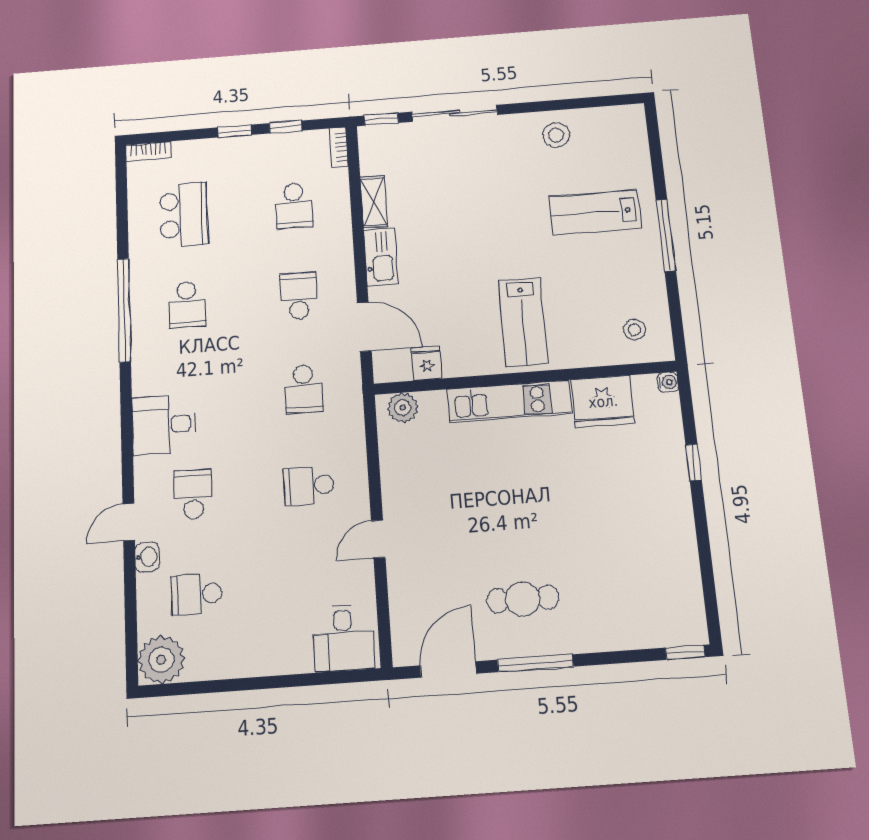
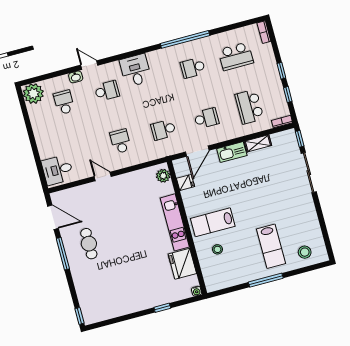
stool: (556, 135) -> (305, 252), moved
school desk: (294, 206) -> (249, 107), width x1.85
lab bench: (595, 212) -> (271, 246), turned 180
stool: (634, 330) -> (217, 249), moved

